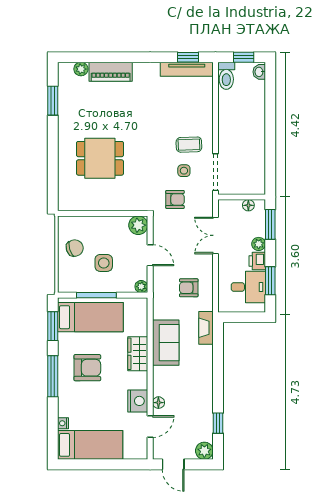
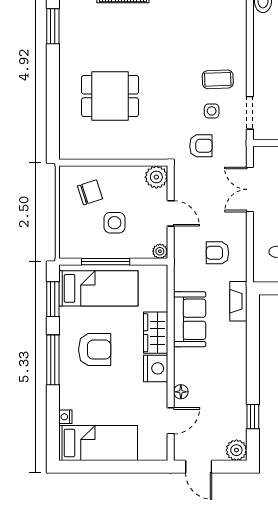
doorway: (216, 172) -> (250, 113), width x0.73
chair: (75, 248) -> (90, 192), moved
nightstand: (138, 401) -> (156, 368), moved

